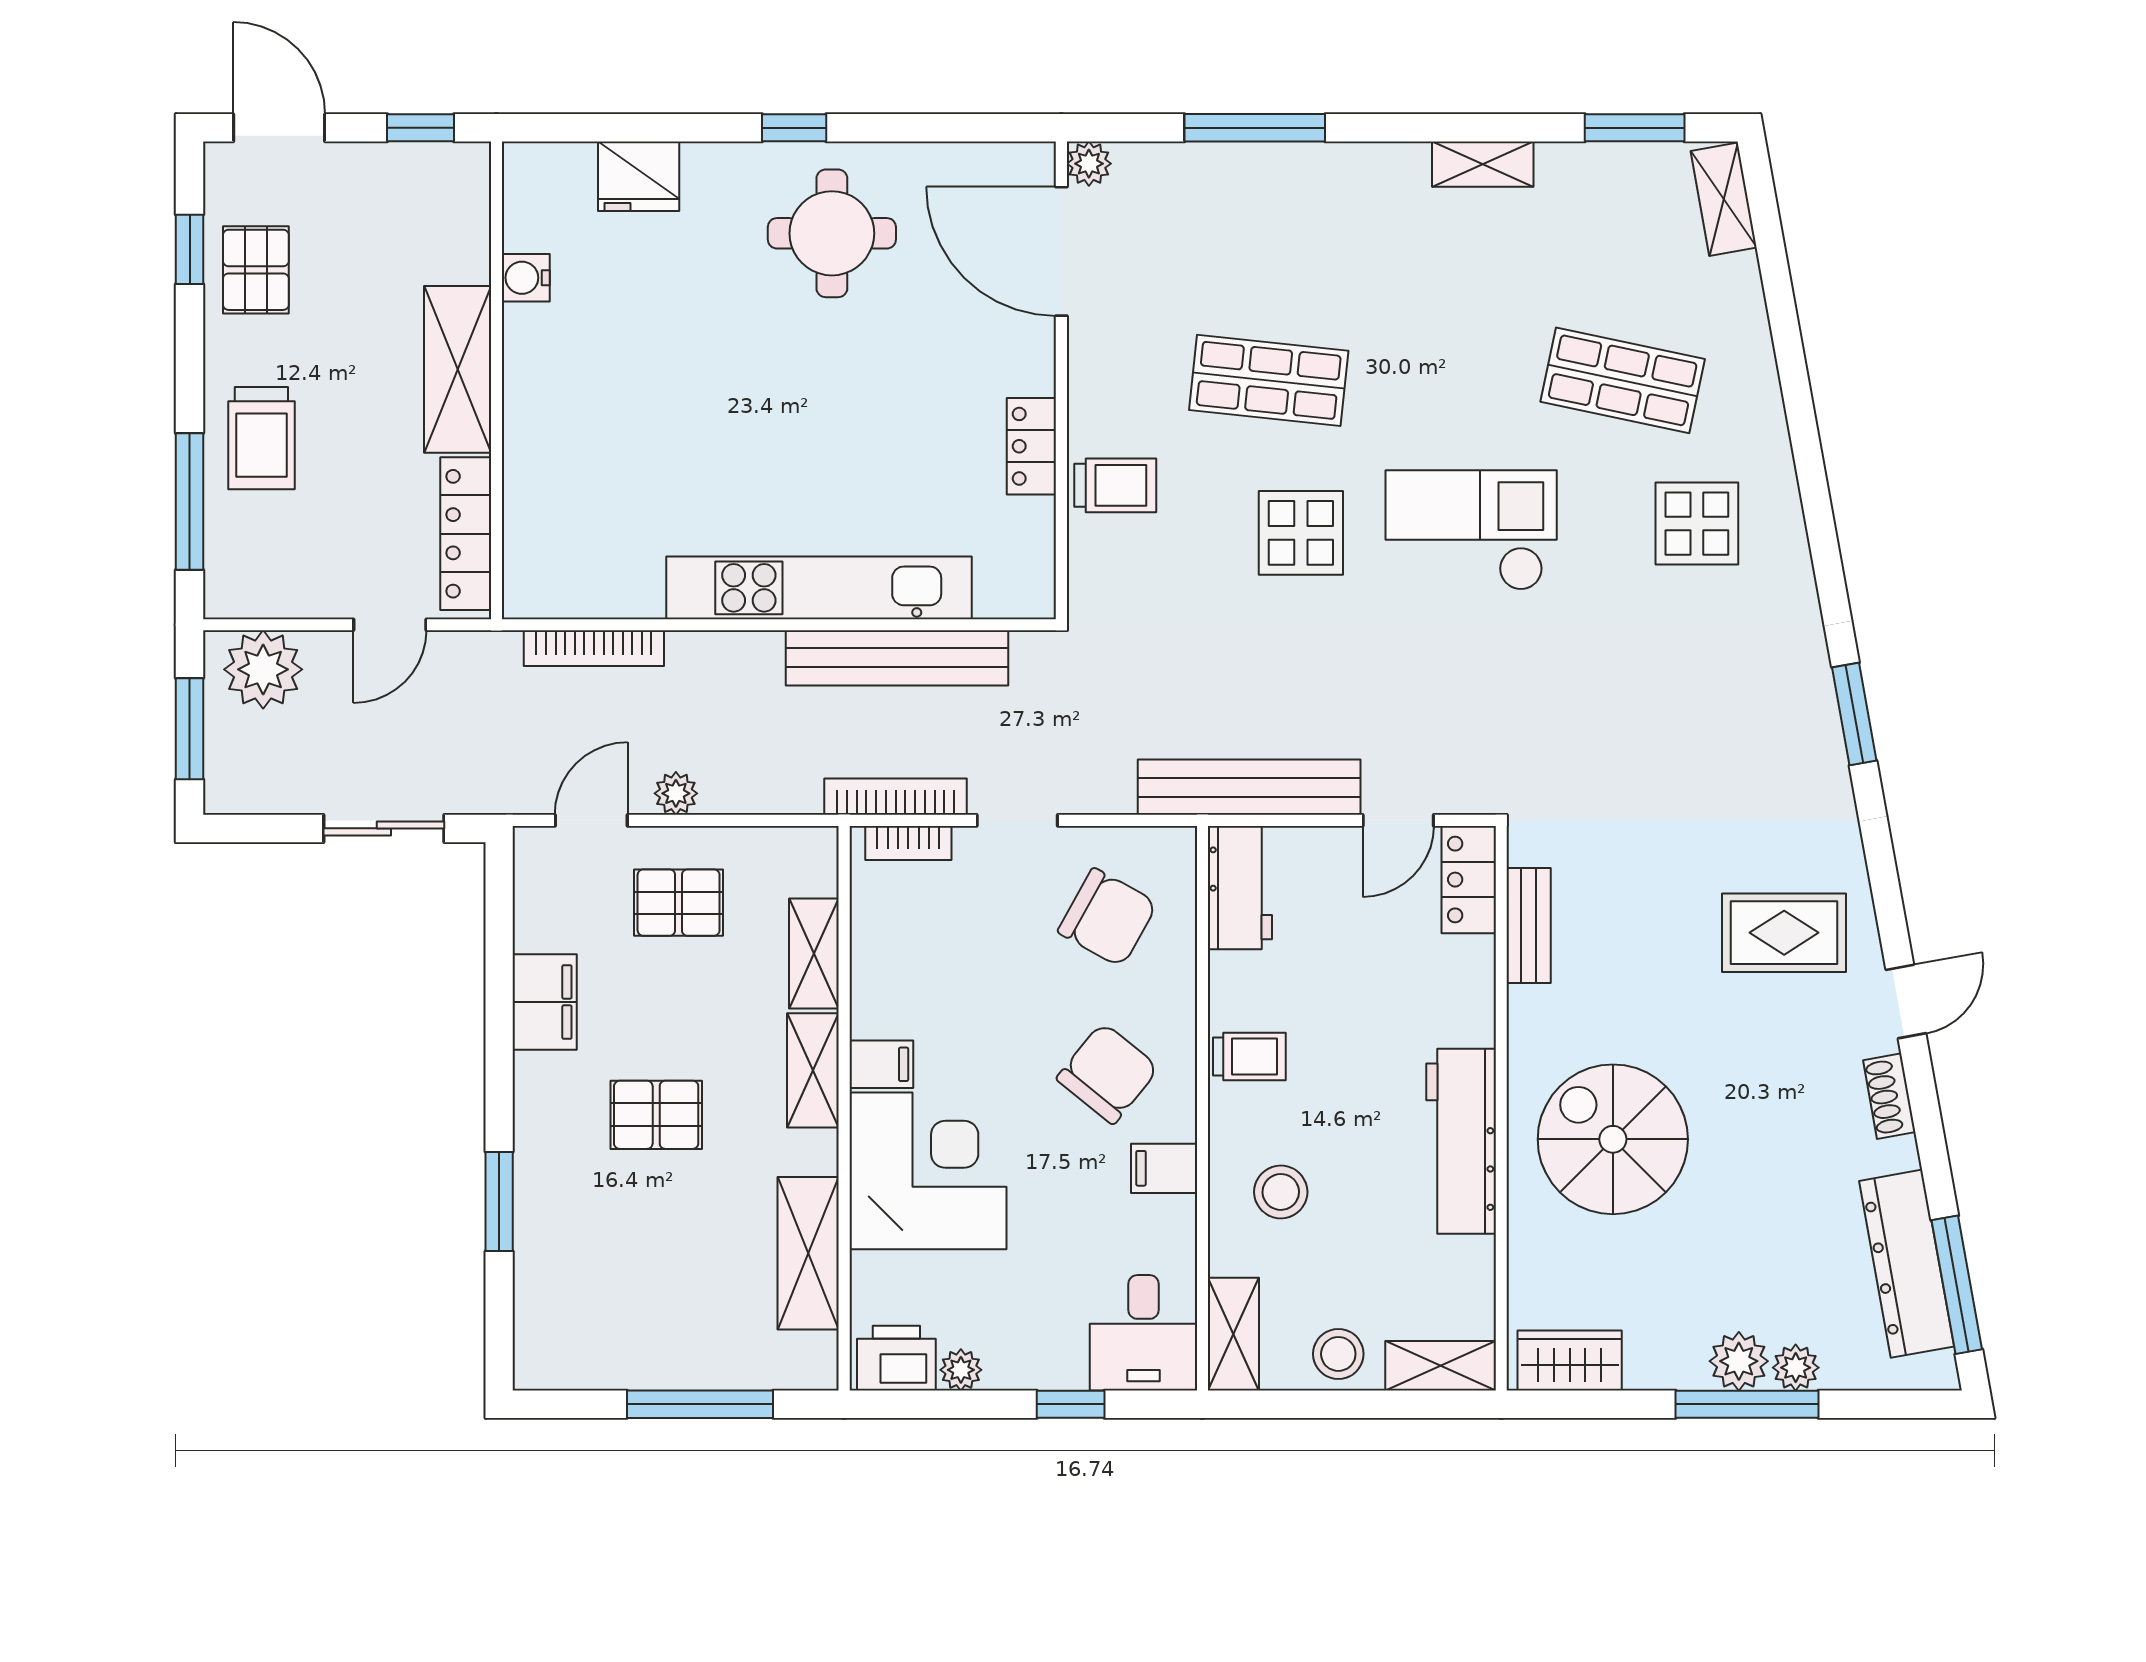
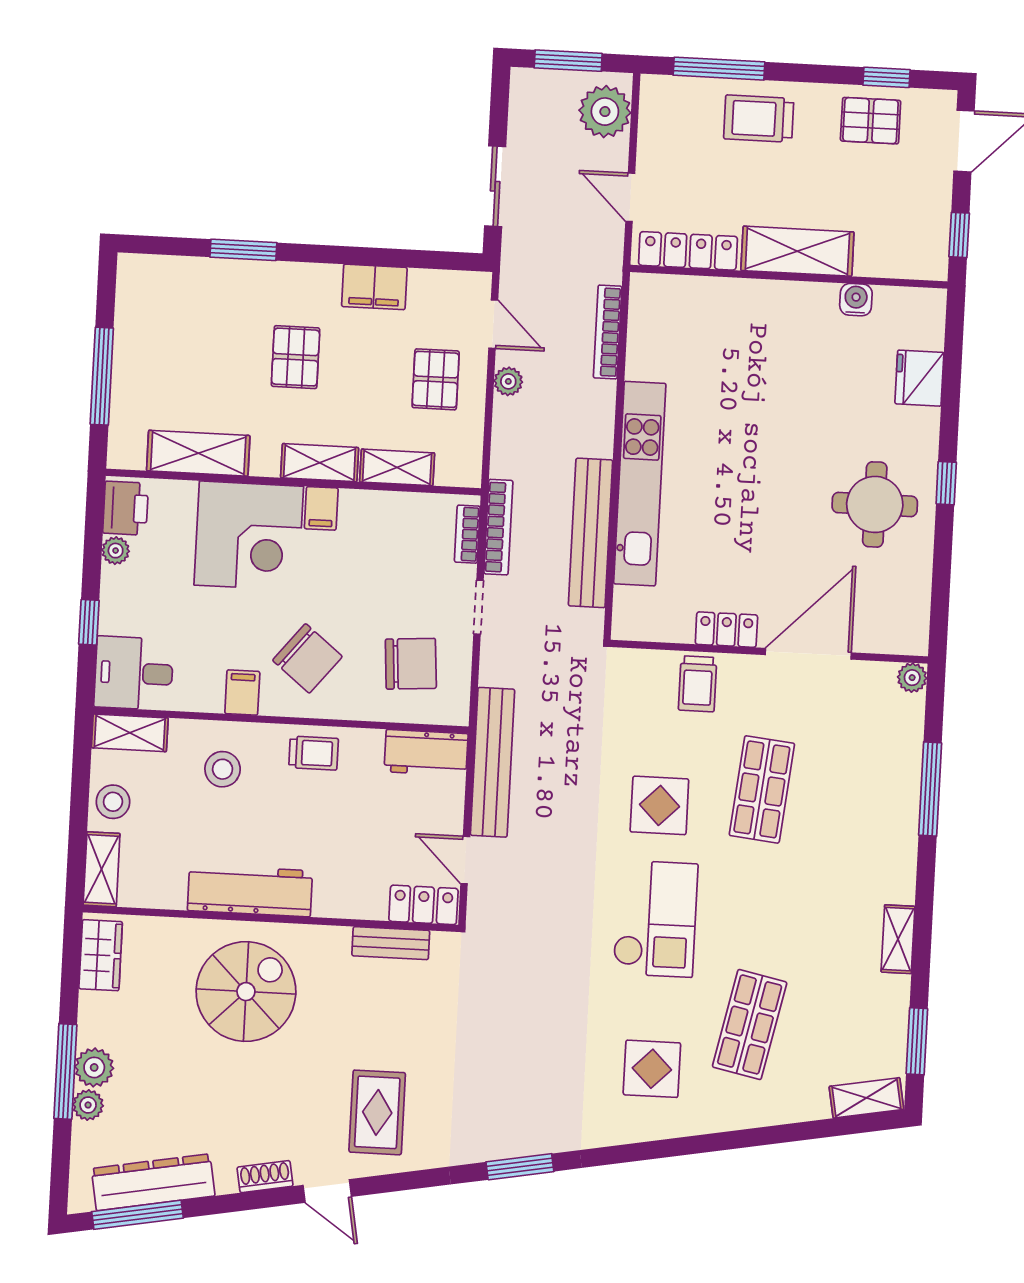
door: (1061, 251) -> (808, 654), moved
chair: (1108, 917) -> (411, 664), turned -123
trolley: (1249, 1057) -> (314, 753), turned -90

